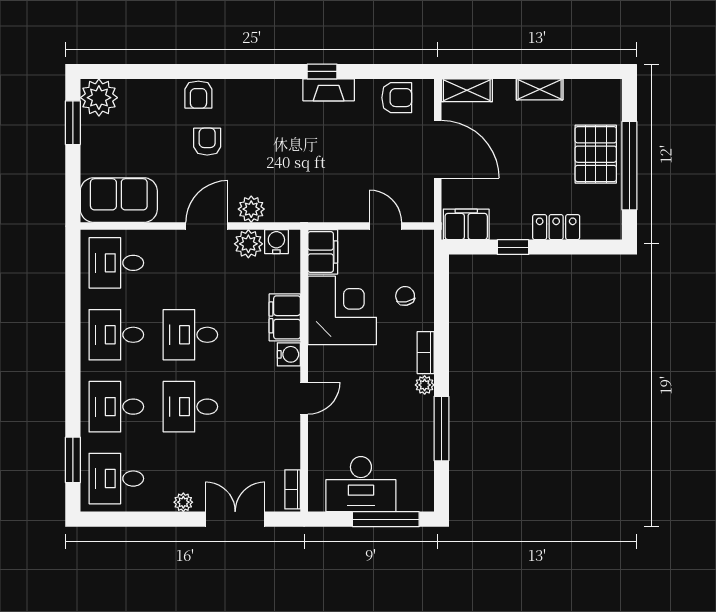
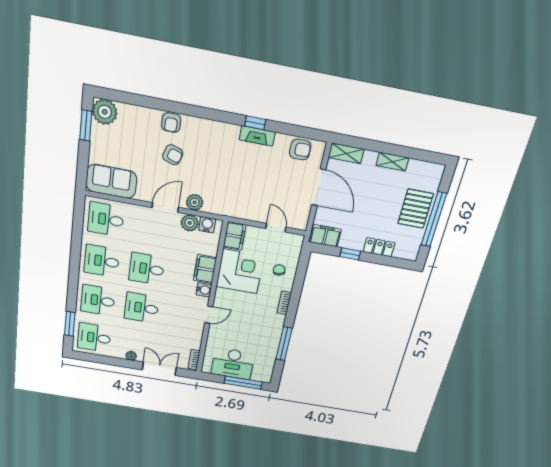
armchair: (207, 142) -> (173, 155), turned 108
plant: (425, 385) -> (280, 320), removed

